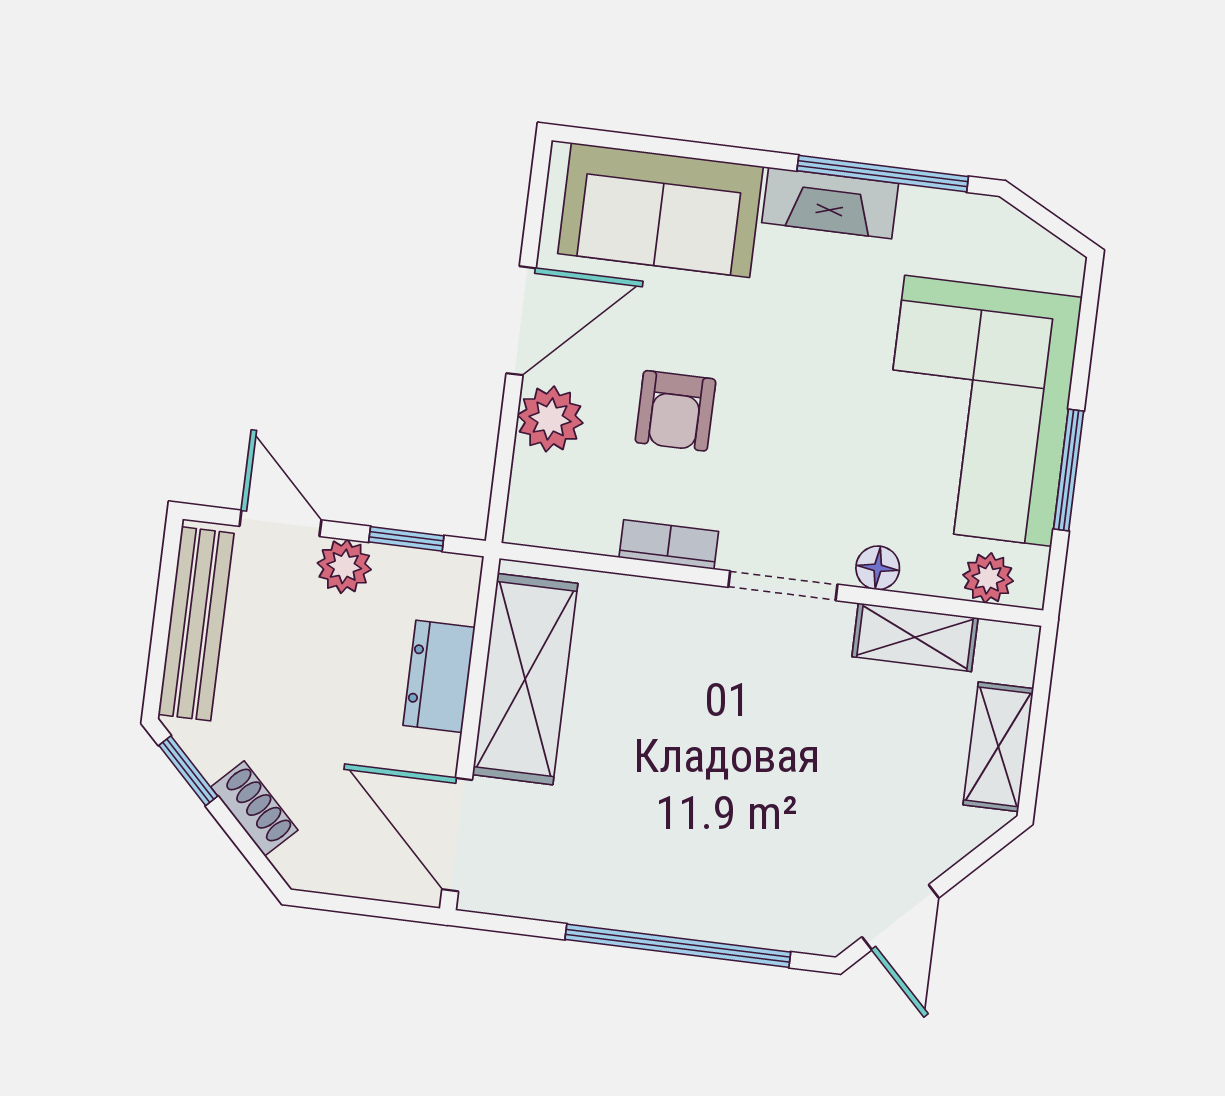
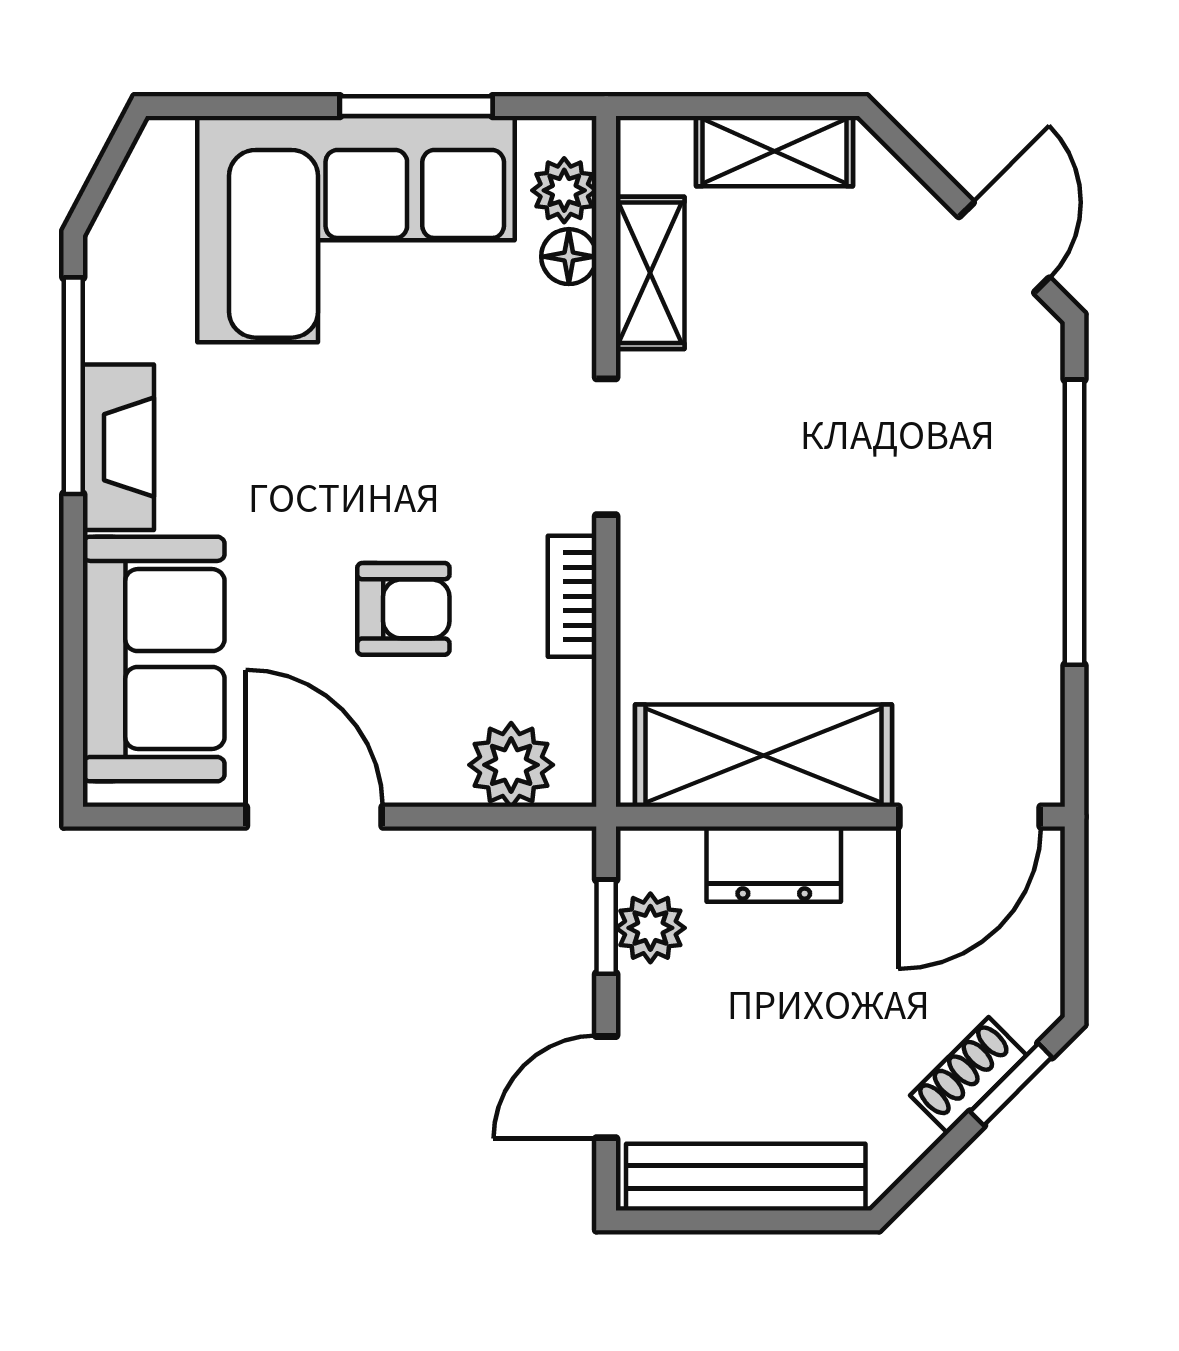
plant: (550, 419) -> (511, 765), moved
plant: (344, 566) -> (650, 928), moved
floor lamp: (878, 568) -> (569, 257), moved
window: (188, 771) -> (1011, 1084), moved
door: (900, 917) -> (1004, 247), hinge flipped

